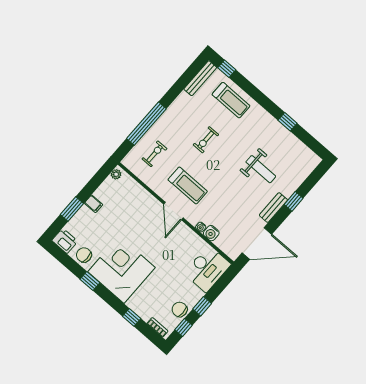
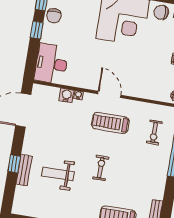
exercise bike: (206, 140) -> (101, 168), moved
bench: (273, 208) -> (24, 170), moved
chair: (84, 255) -> (161, 12), turned 180
chair: (180, 309) -> (54, 16), turned 90

